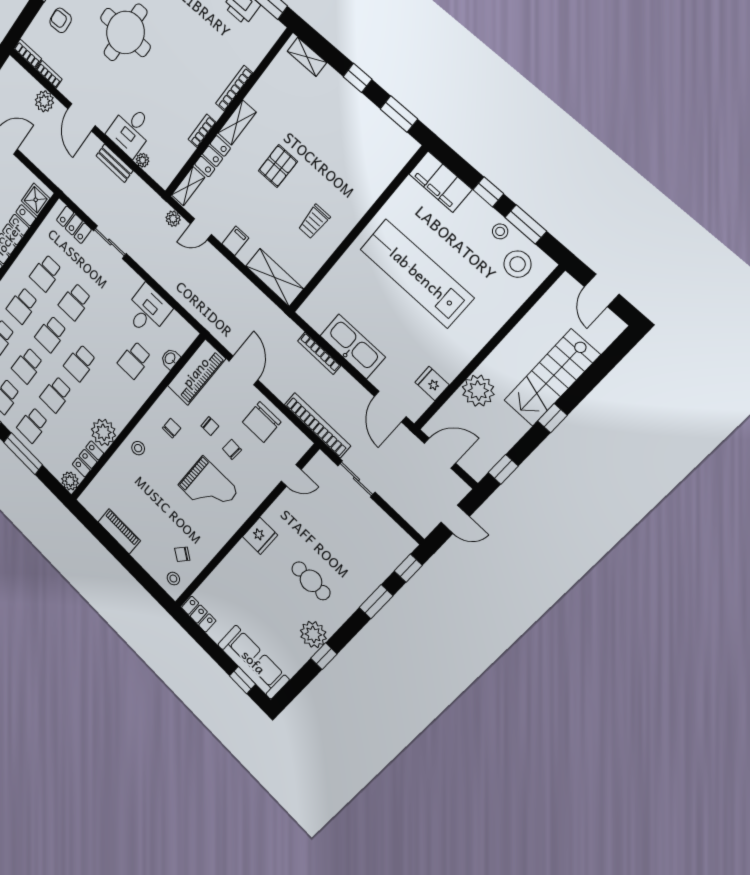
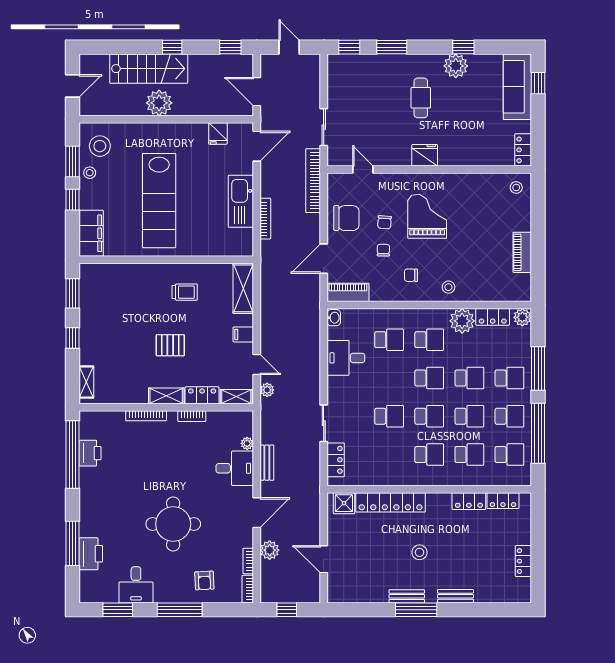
school desk: (46, 273) -> (429, 340), moved
washbasin: (170, 359) -> (334, 318), moved, turned -90
piano: (196, 372) -> (348, 292), width x0.73, depth x0.75
plant: (478, 391) -> (159, 103), moved
chair: (182, 554) -> (492, 196), removed

